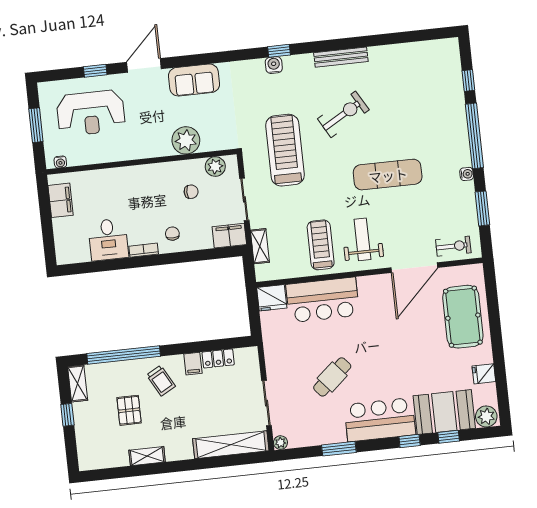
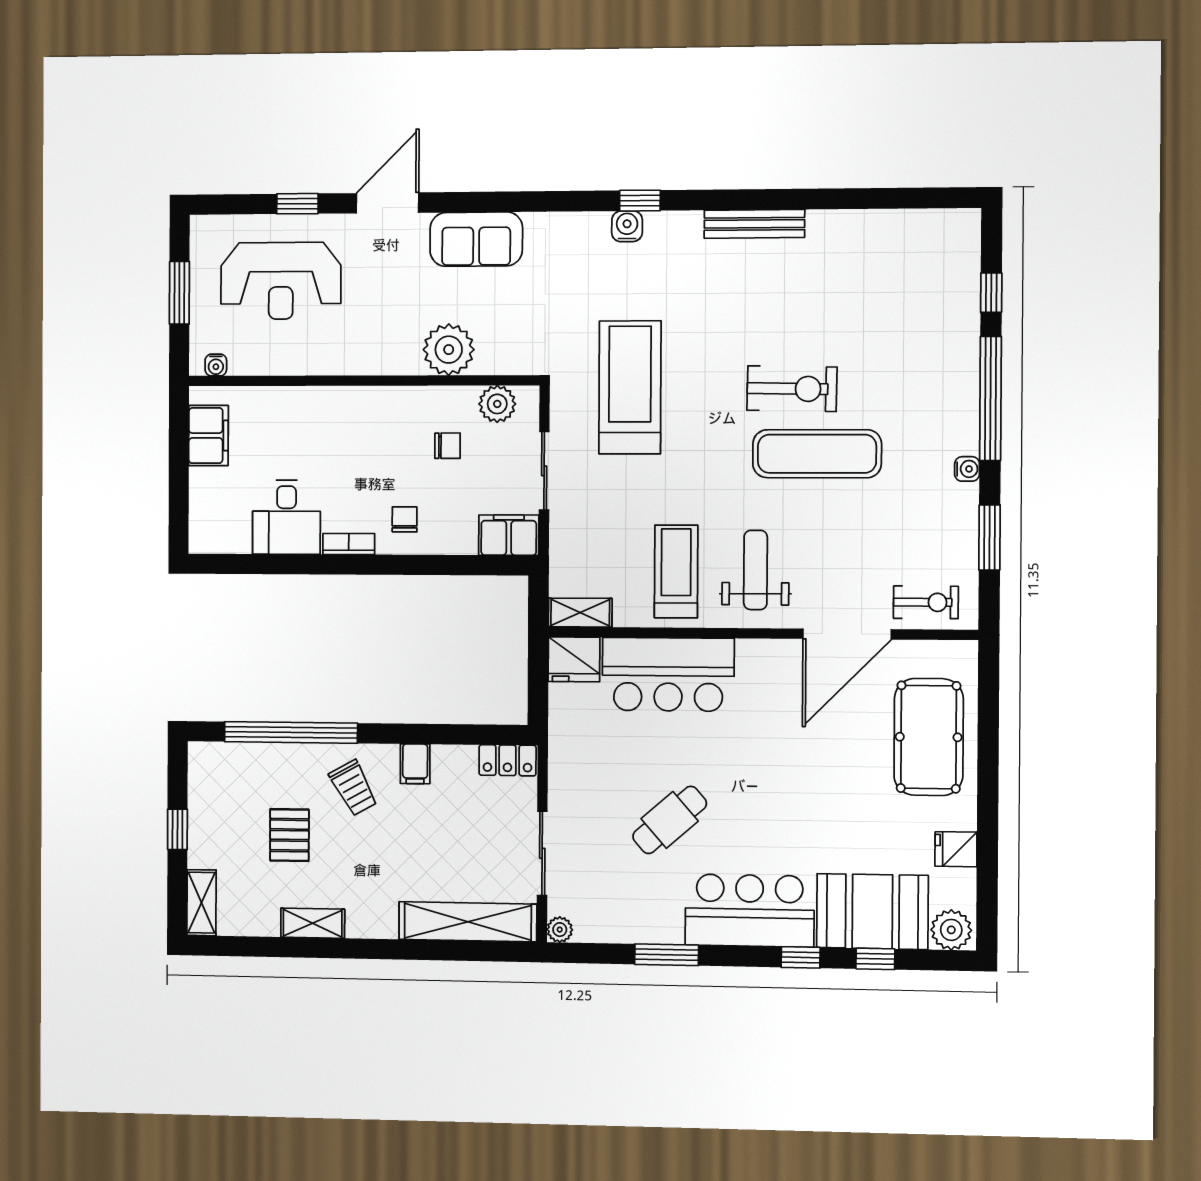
exercise bike: (343, 114) -> (792, 389), moved, turned 31
shelving: (260, 246) -> (580, 613), moved, turned 90
locker: (218, 358) -> (508, 760), moved
shelving: (78, 383) -> (202, 903), moved

